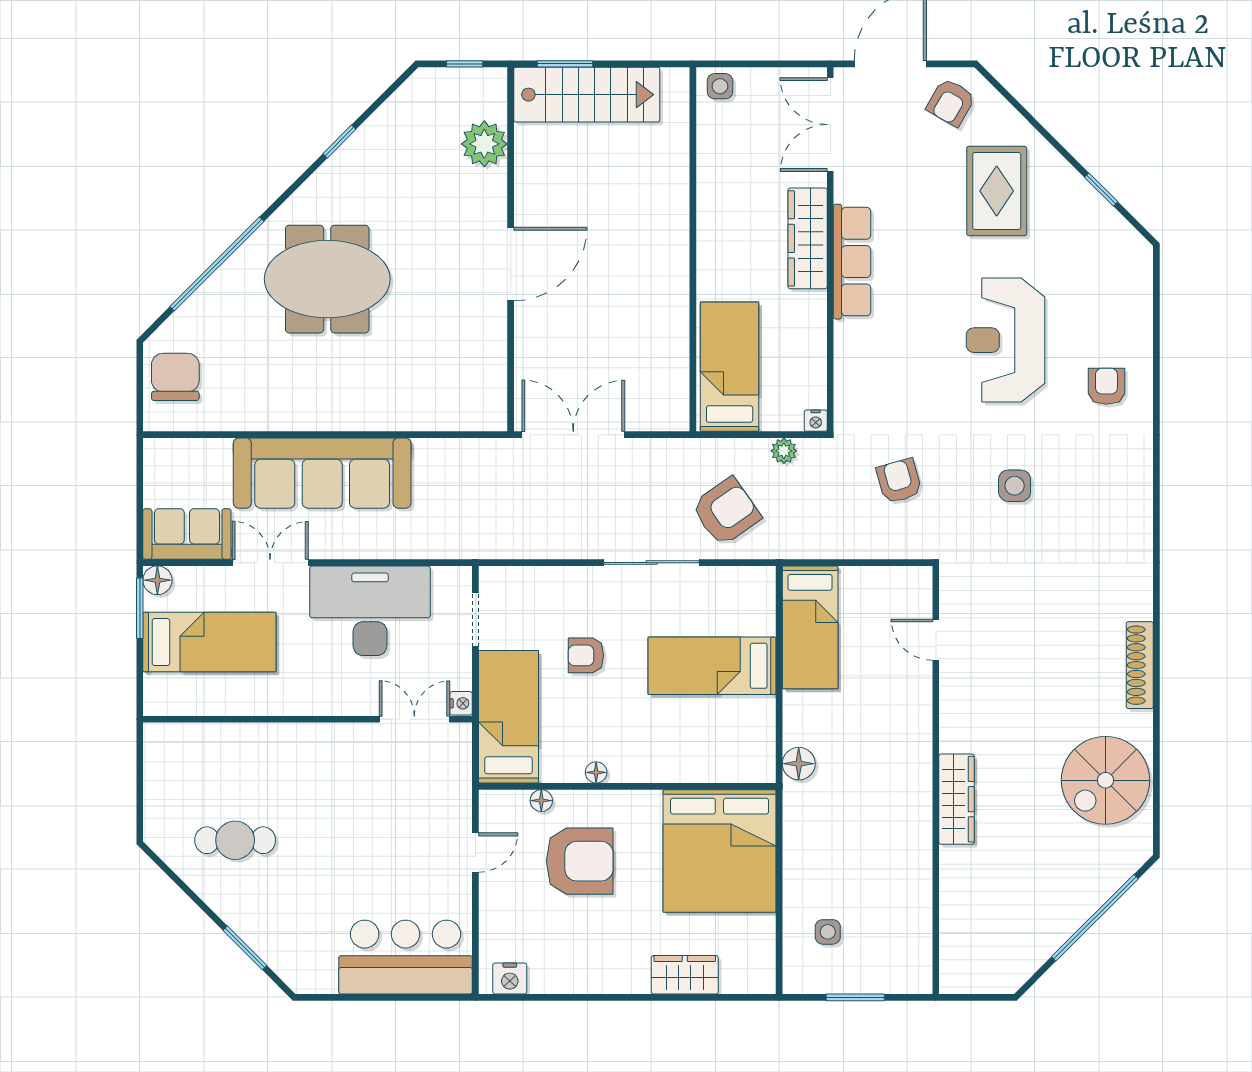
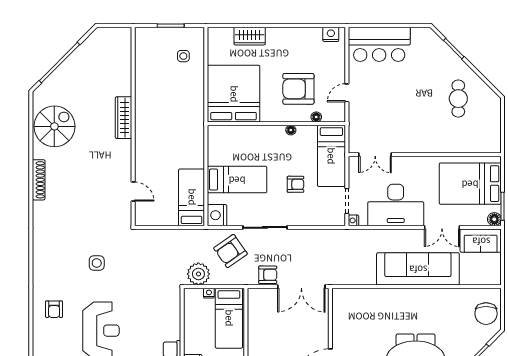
nightstand: (816, 421) -> (209, 293), moved
plant: (784, 451) -> (198, 274), width x1.87, depth x1.87
armchair: (899, 481) -> (268, 275), moved, turned -74
nightstand: (755, 589) -> (217, 215), added
bed: (209, 642) -> (470, 184), width x1.50
nightstand: (461, 703) -> (353, 220), moved
floor lamp: (799, 764) -> (197, 134), removed
cafe table: (235, 840) -> (458, 99), turned 90

